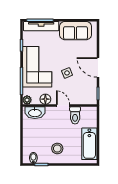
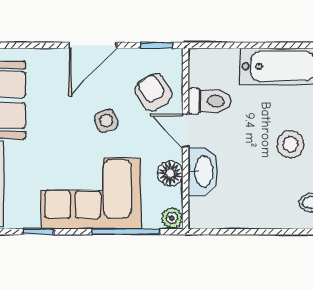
armchair: (79, 92) -> (153, 92), added
door: (63, 105) -> (186, 131), hinge flipped
washbasin: (35, 113) -> (203, 171), moved

